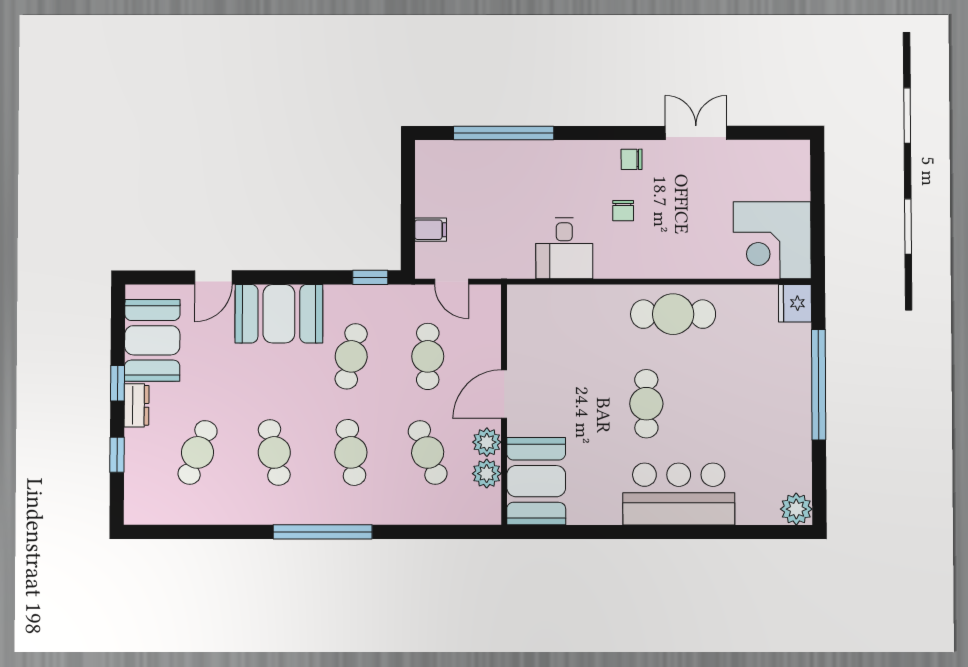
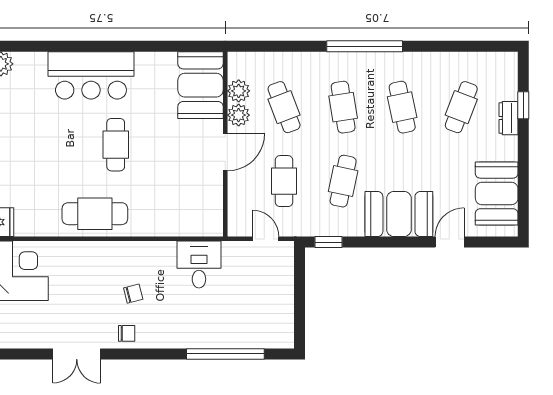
chair: (623, 211) -> (133, 294), turned 76
filing cabinet: (431, 230) -> (282, 279), removed
desk: (564, 248) -> (199, 265), moved
window: (118, 383) -> (523, 160), removed
dresser: (137, 405) -> (508, 118), moved

